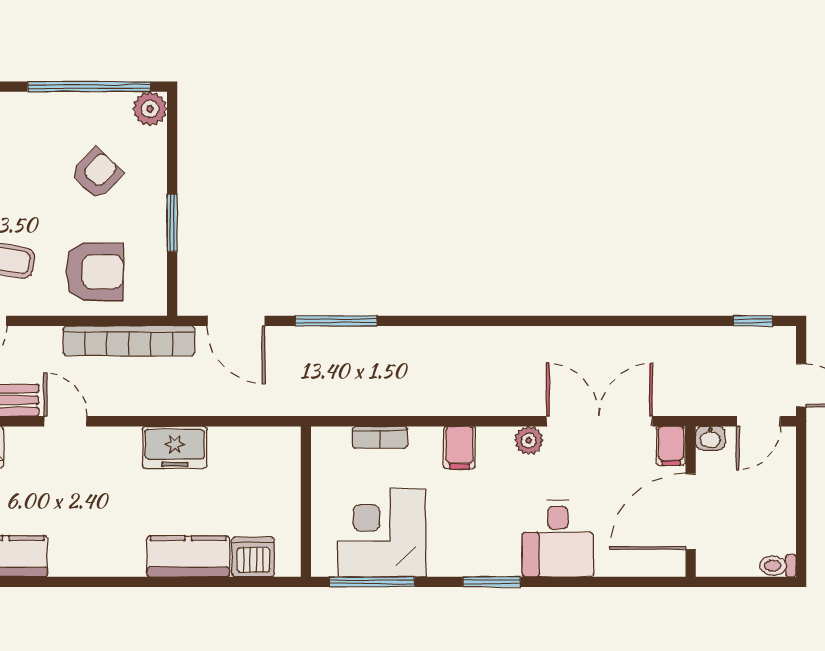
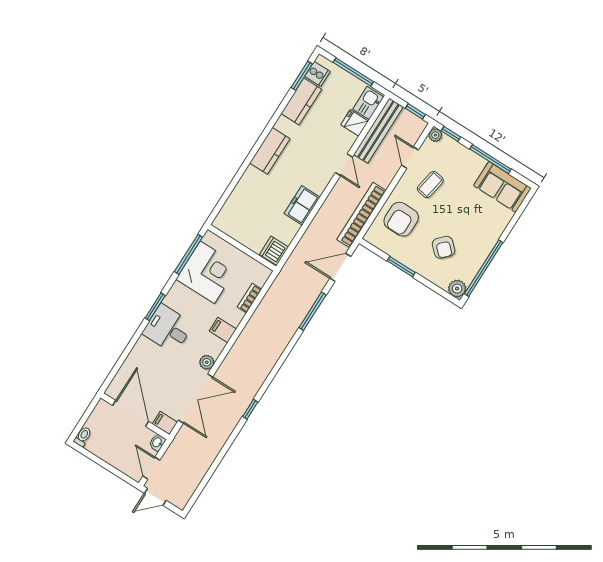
window: (753, 321) -> (250, 409), moved
door: (65, 421) -> (344, 165), hinge flipped
desk: (558, 538) -> (168, 329), moved
kitchen counter: (188, 556) -> (270, 151), moved
dishwasher: (253, 557) -> (274, 251), moved, turned 180

